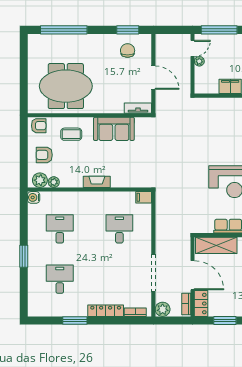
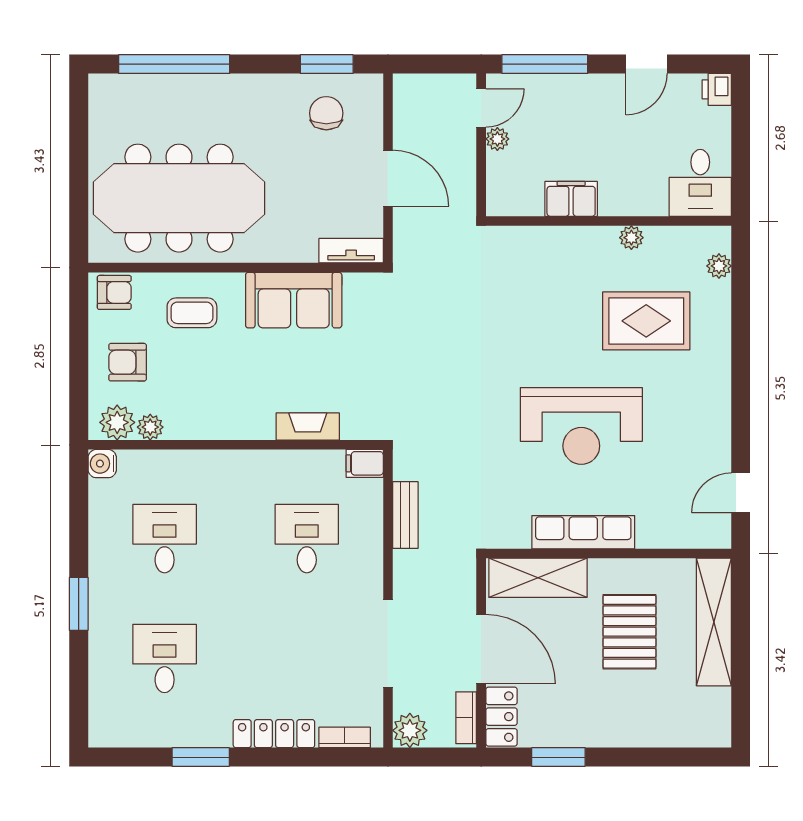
meeting table: (66, 86) -> (179, 198), width x1.36
fireplace: (97, 182) -> (308, 426), moved
bench: (161, 219) -> (405, 515), added

